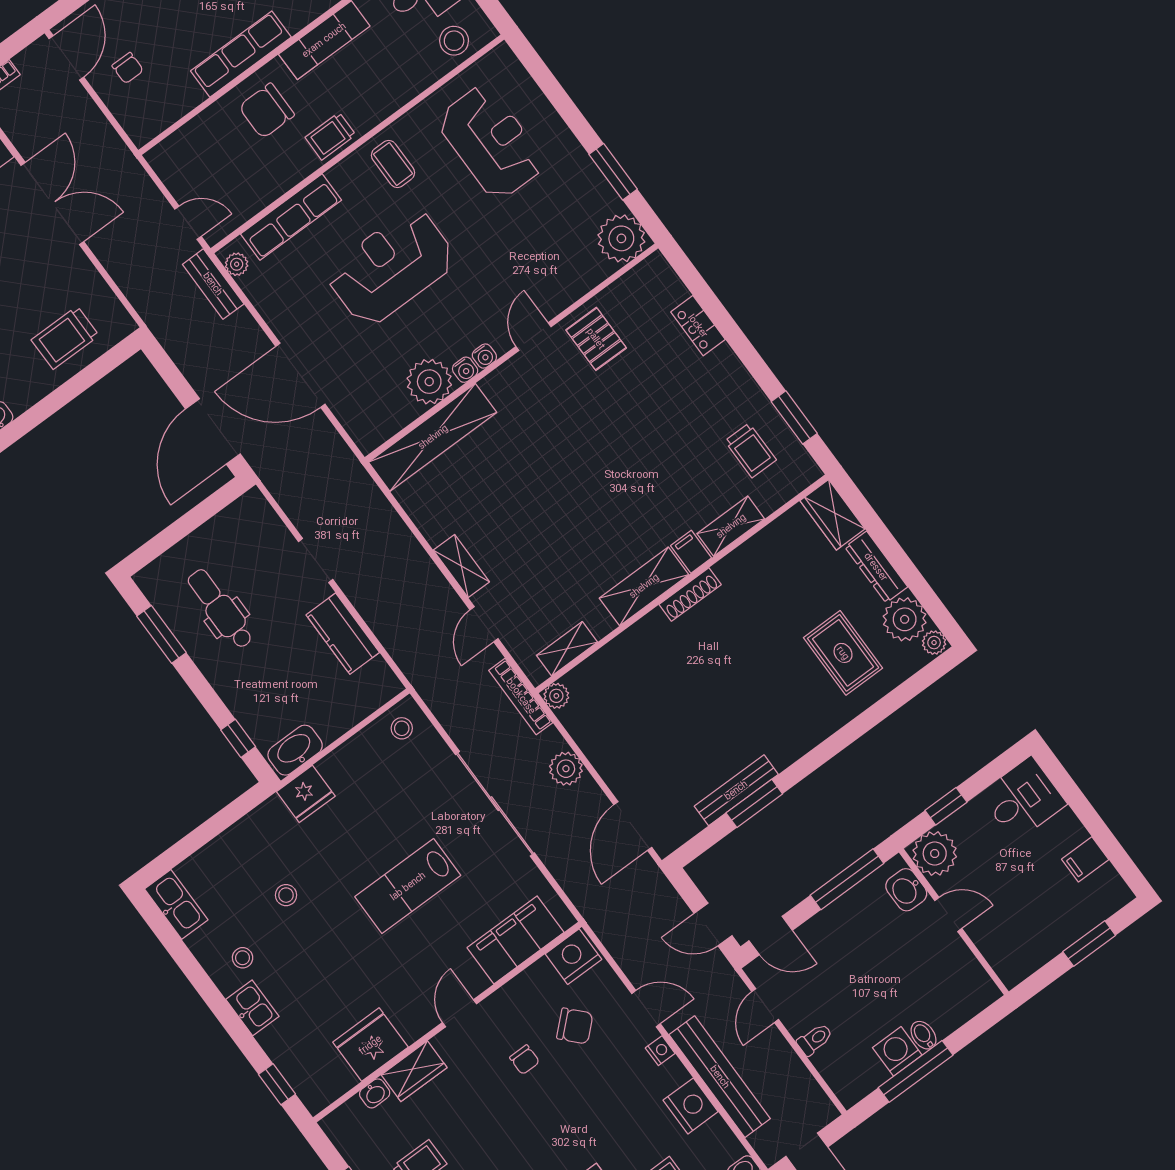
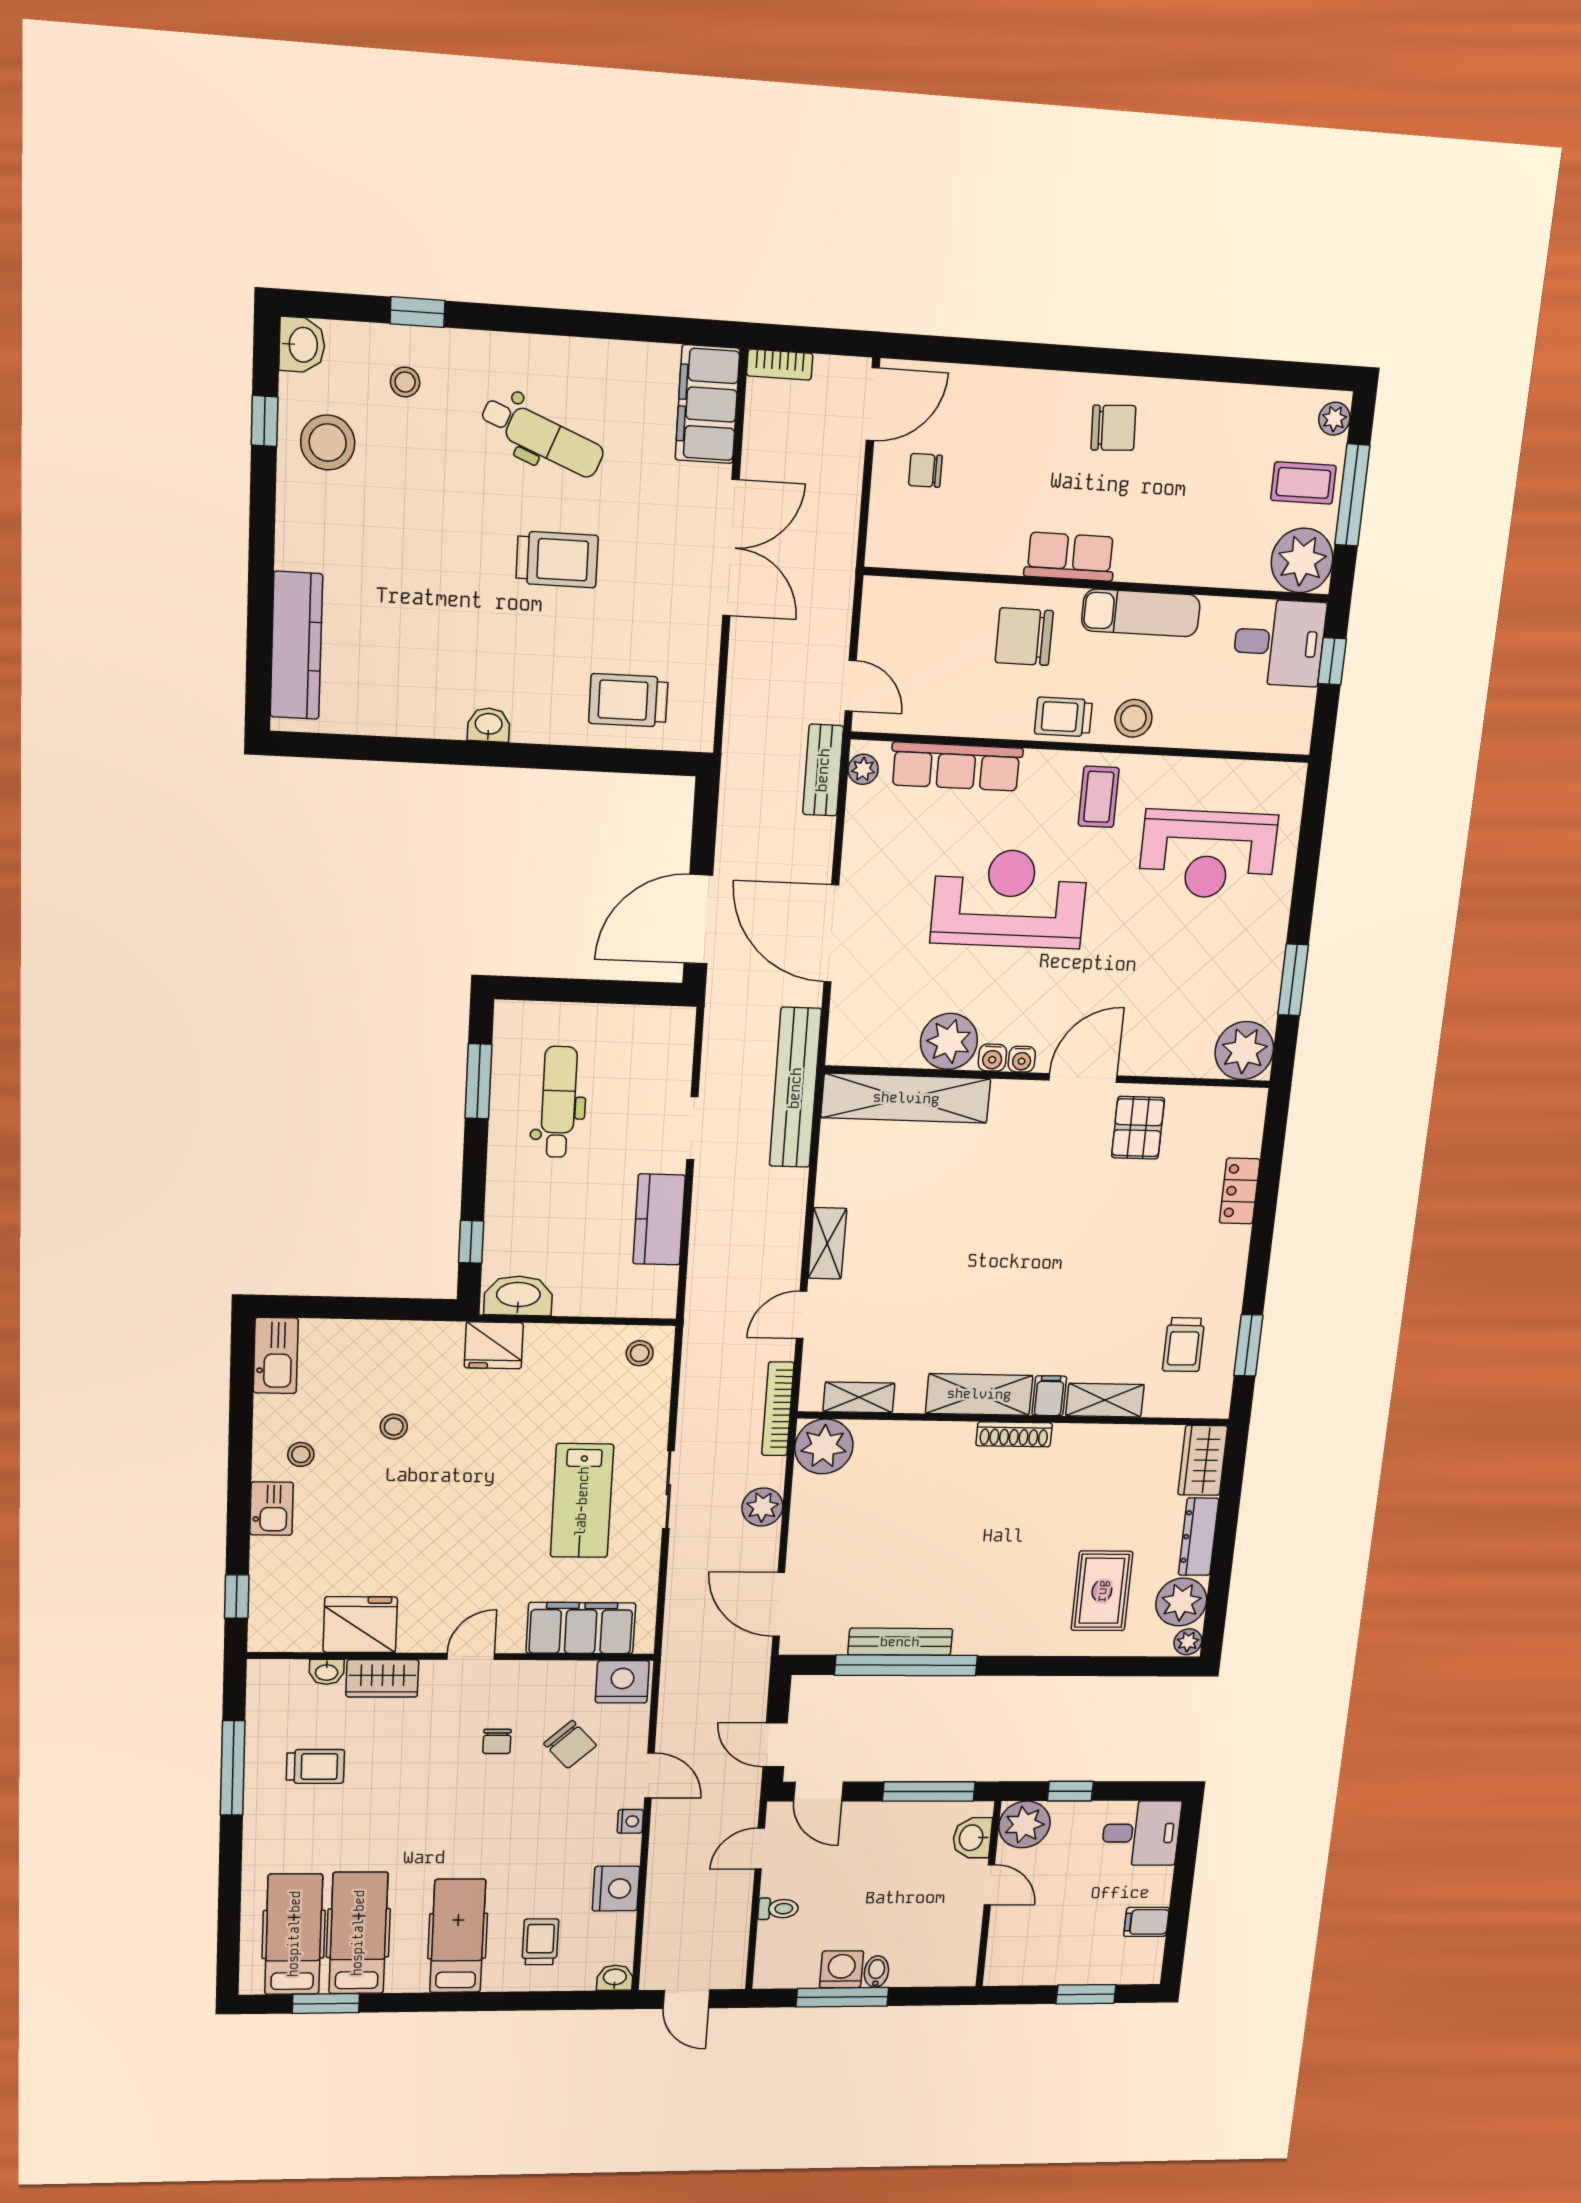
stool: (454, 41) -> (1133, 718), moved
row of seats: (241, 54) -> (1070, 557), width x0.68
chair: (128, 68) -> (925, 470), turned 90
reception desk: (491, 142) -> (1208, 854), turned 90
door: (533, 337) -> (1083, 1078), width x1.38
plant: (556, 696) -> (824, 1447), width x1.88, depth x1.88
window: (754, 803) -> (906, 1665), width x2.11
sliding door: (495, 804) -> (668, 1490), width x0.54
door: (633, 826) -> (779, 1605), hinge flipped
lab bench: (408, 886) -> (582, 1501), moved, turned -90
bench: (720, 1077) -> (795, 1088), moved

